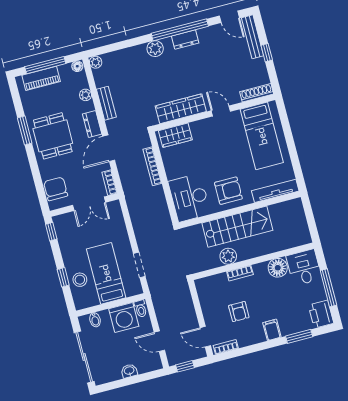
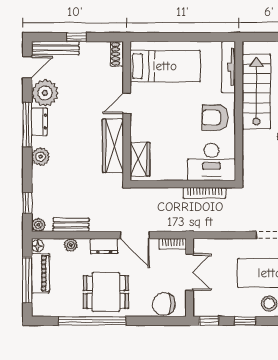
window: (180, 30) -> (27, 125), width x0.68
plant: (211, 38) -> (45, 93), added
window: (112, 48) -> (27, 203), added
piano: (41, 78) -> (40, 273), moved
shoe rack: (257, 93) -> (117, 54), width x0.70
bench: (106, 103) -> (71, 225), moved
window: (25, 131) -> (92, 321), width x2.11
bookcase: (152, 166) -> (205, 193), moved
armchair: (228, 191) -> (215, 118), turned -90
stairs: (237, 227) -> (256, 92), moved
window: (63, 277) -> (245, 321), moved

